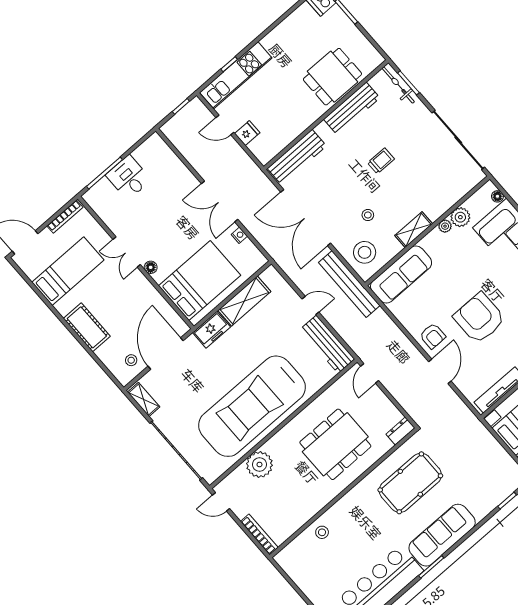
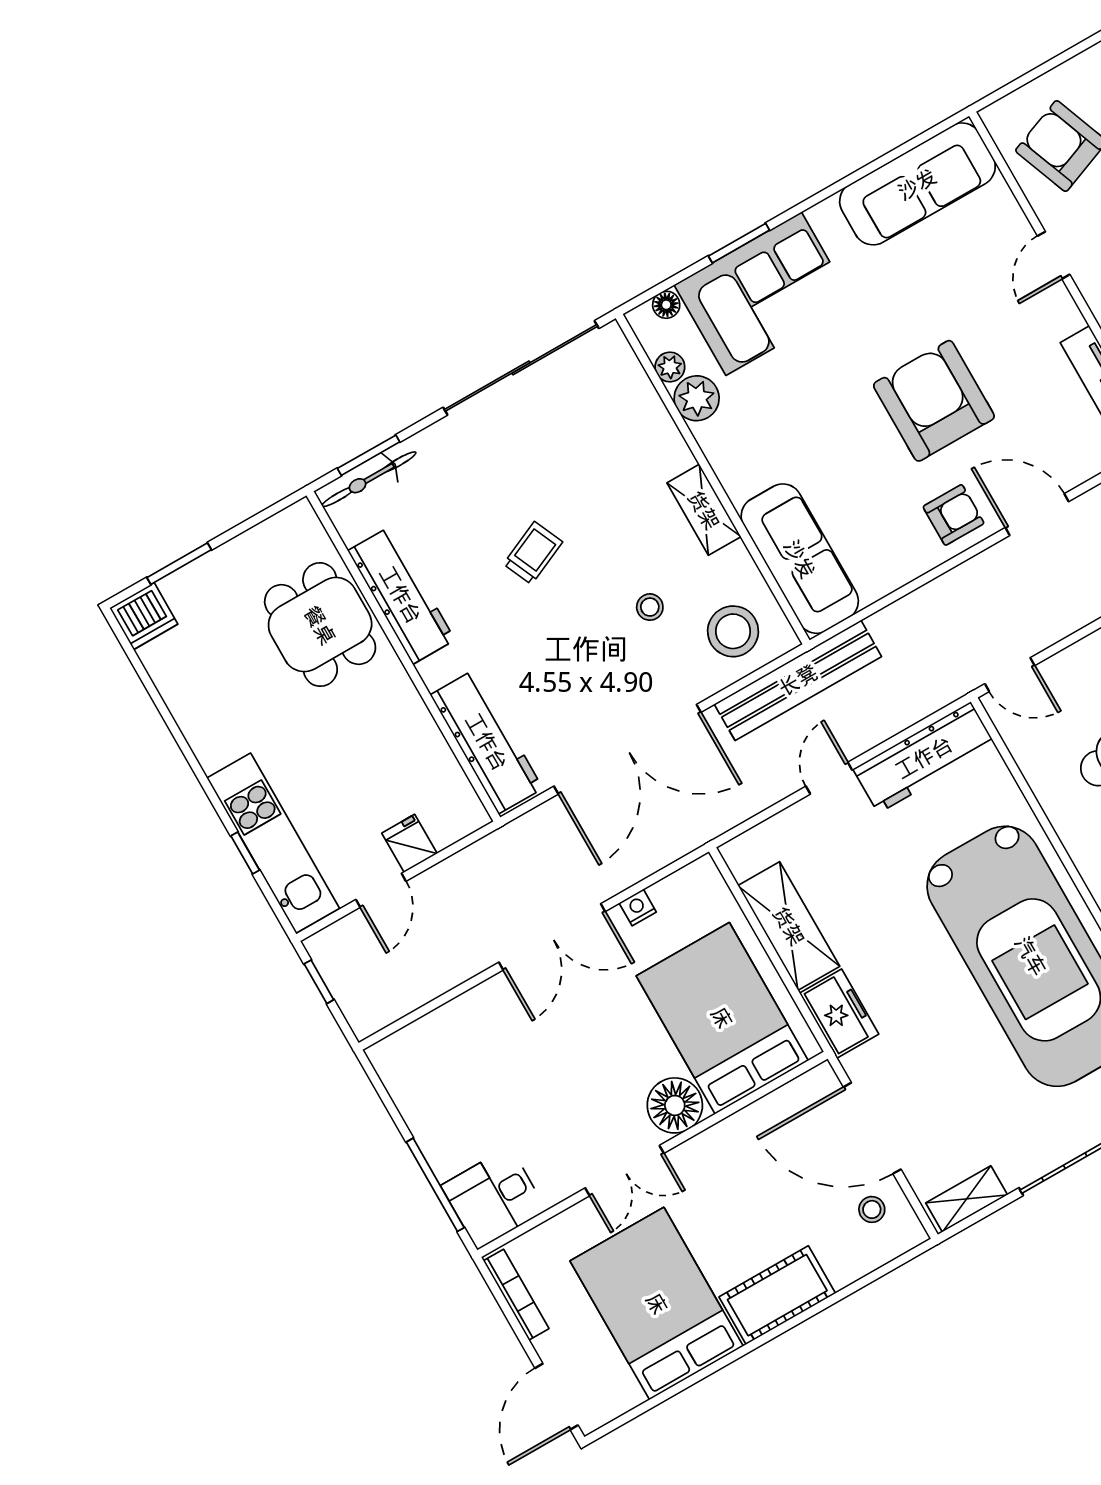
trolley: (381, 161) -> (533, 553), turned 66
desk: (129, 177) -> (494, 1198), moved
plant: (445, 226) -> (670, 367), moved
floor lamp: (151, 267) -> (675, 1105), width x1.89, depth x1.89
bed: (68, 271) -> (657, 1304), width x1.50
armchair: (479, 318) -> (934, 401), turned 90

